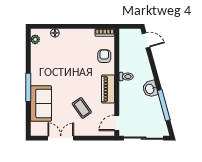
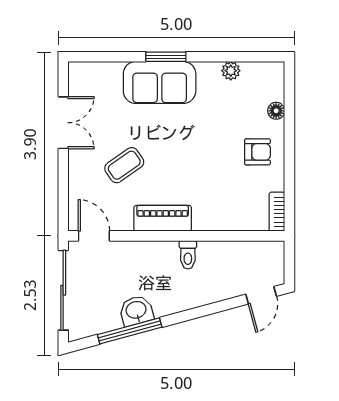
plant: (35, 39) -> (231, 71), moved
armchair: (104, 56) -> (257, 152), moved
window: (28, 87) -> (166, 57), width x0.69
washbasin: (150, 89) -> (136, 311), moved
sofa: (41, 103) -> (160, 82), moved

